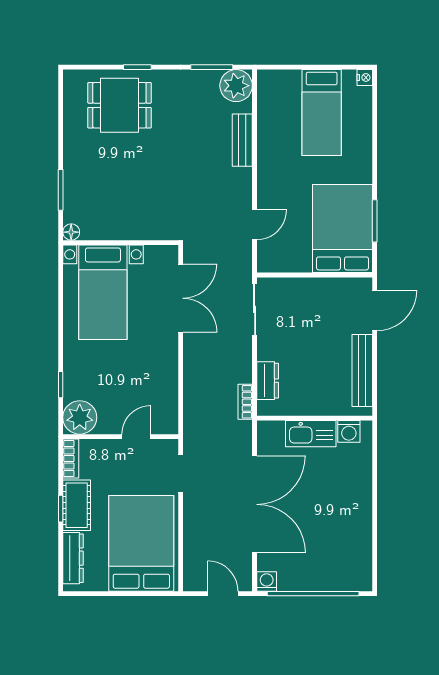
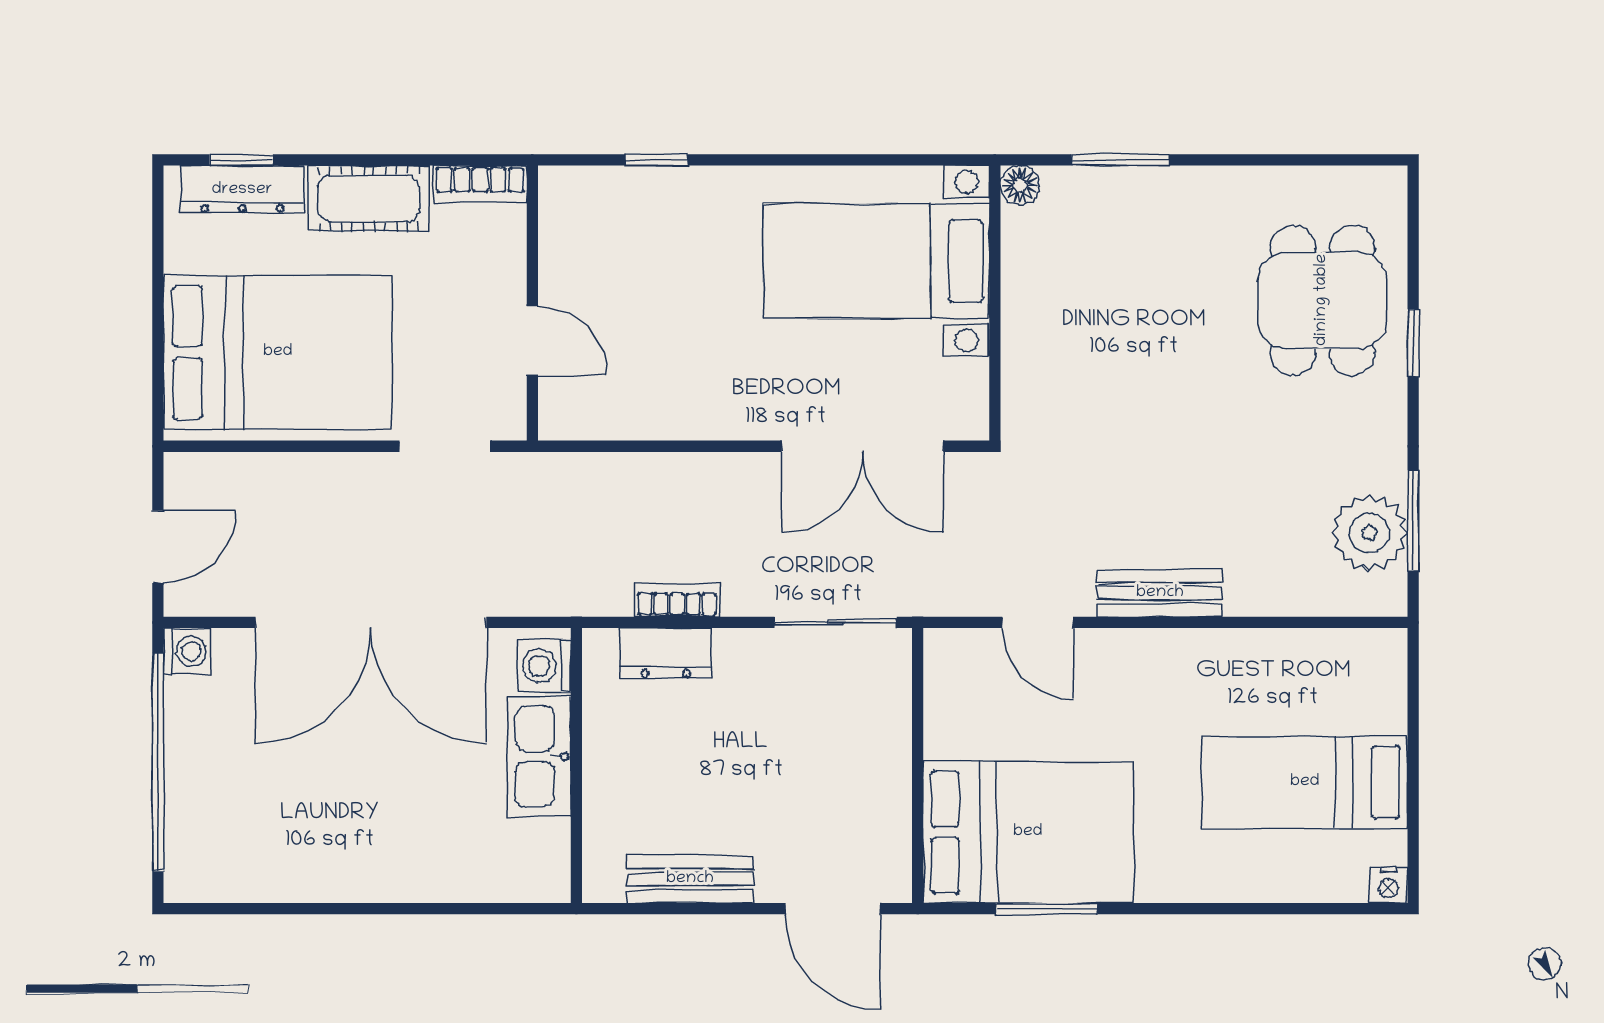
plant: (236, 86) -> (1369, 533), moved
bench: (242, 140) -> (1160, 593), moved
bench: (362, 370) -> (690, 879), width x0.73
bookcase: (245, 402) -> (677, 600), moved
plant: (80, 417) -> (578, 206), removed
washing machine: (349, 431) -> (545, 666), moved
window: (61, 509) -> (241, 160), moved

